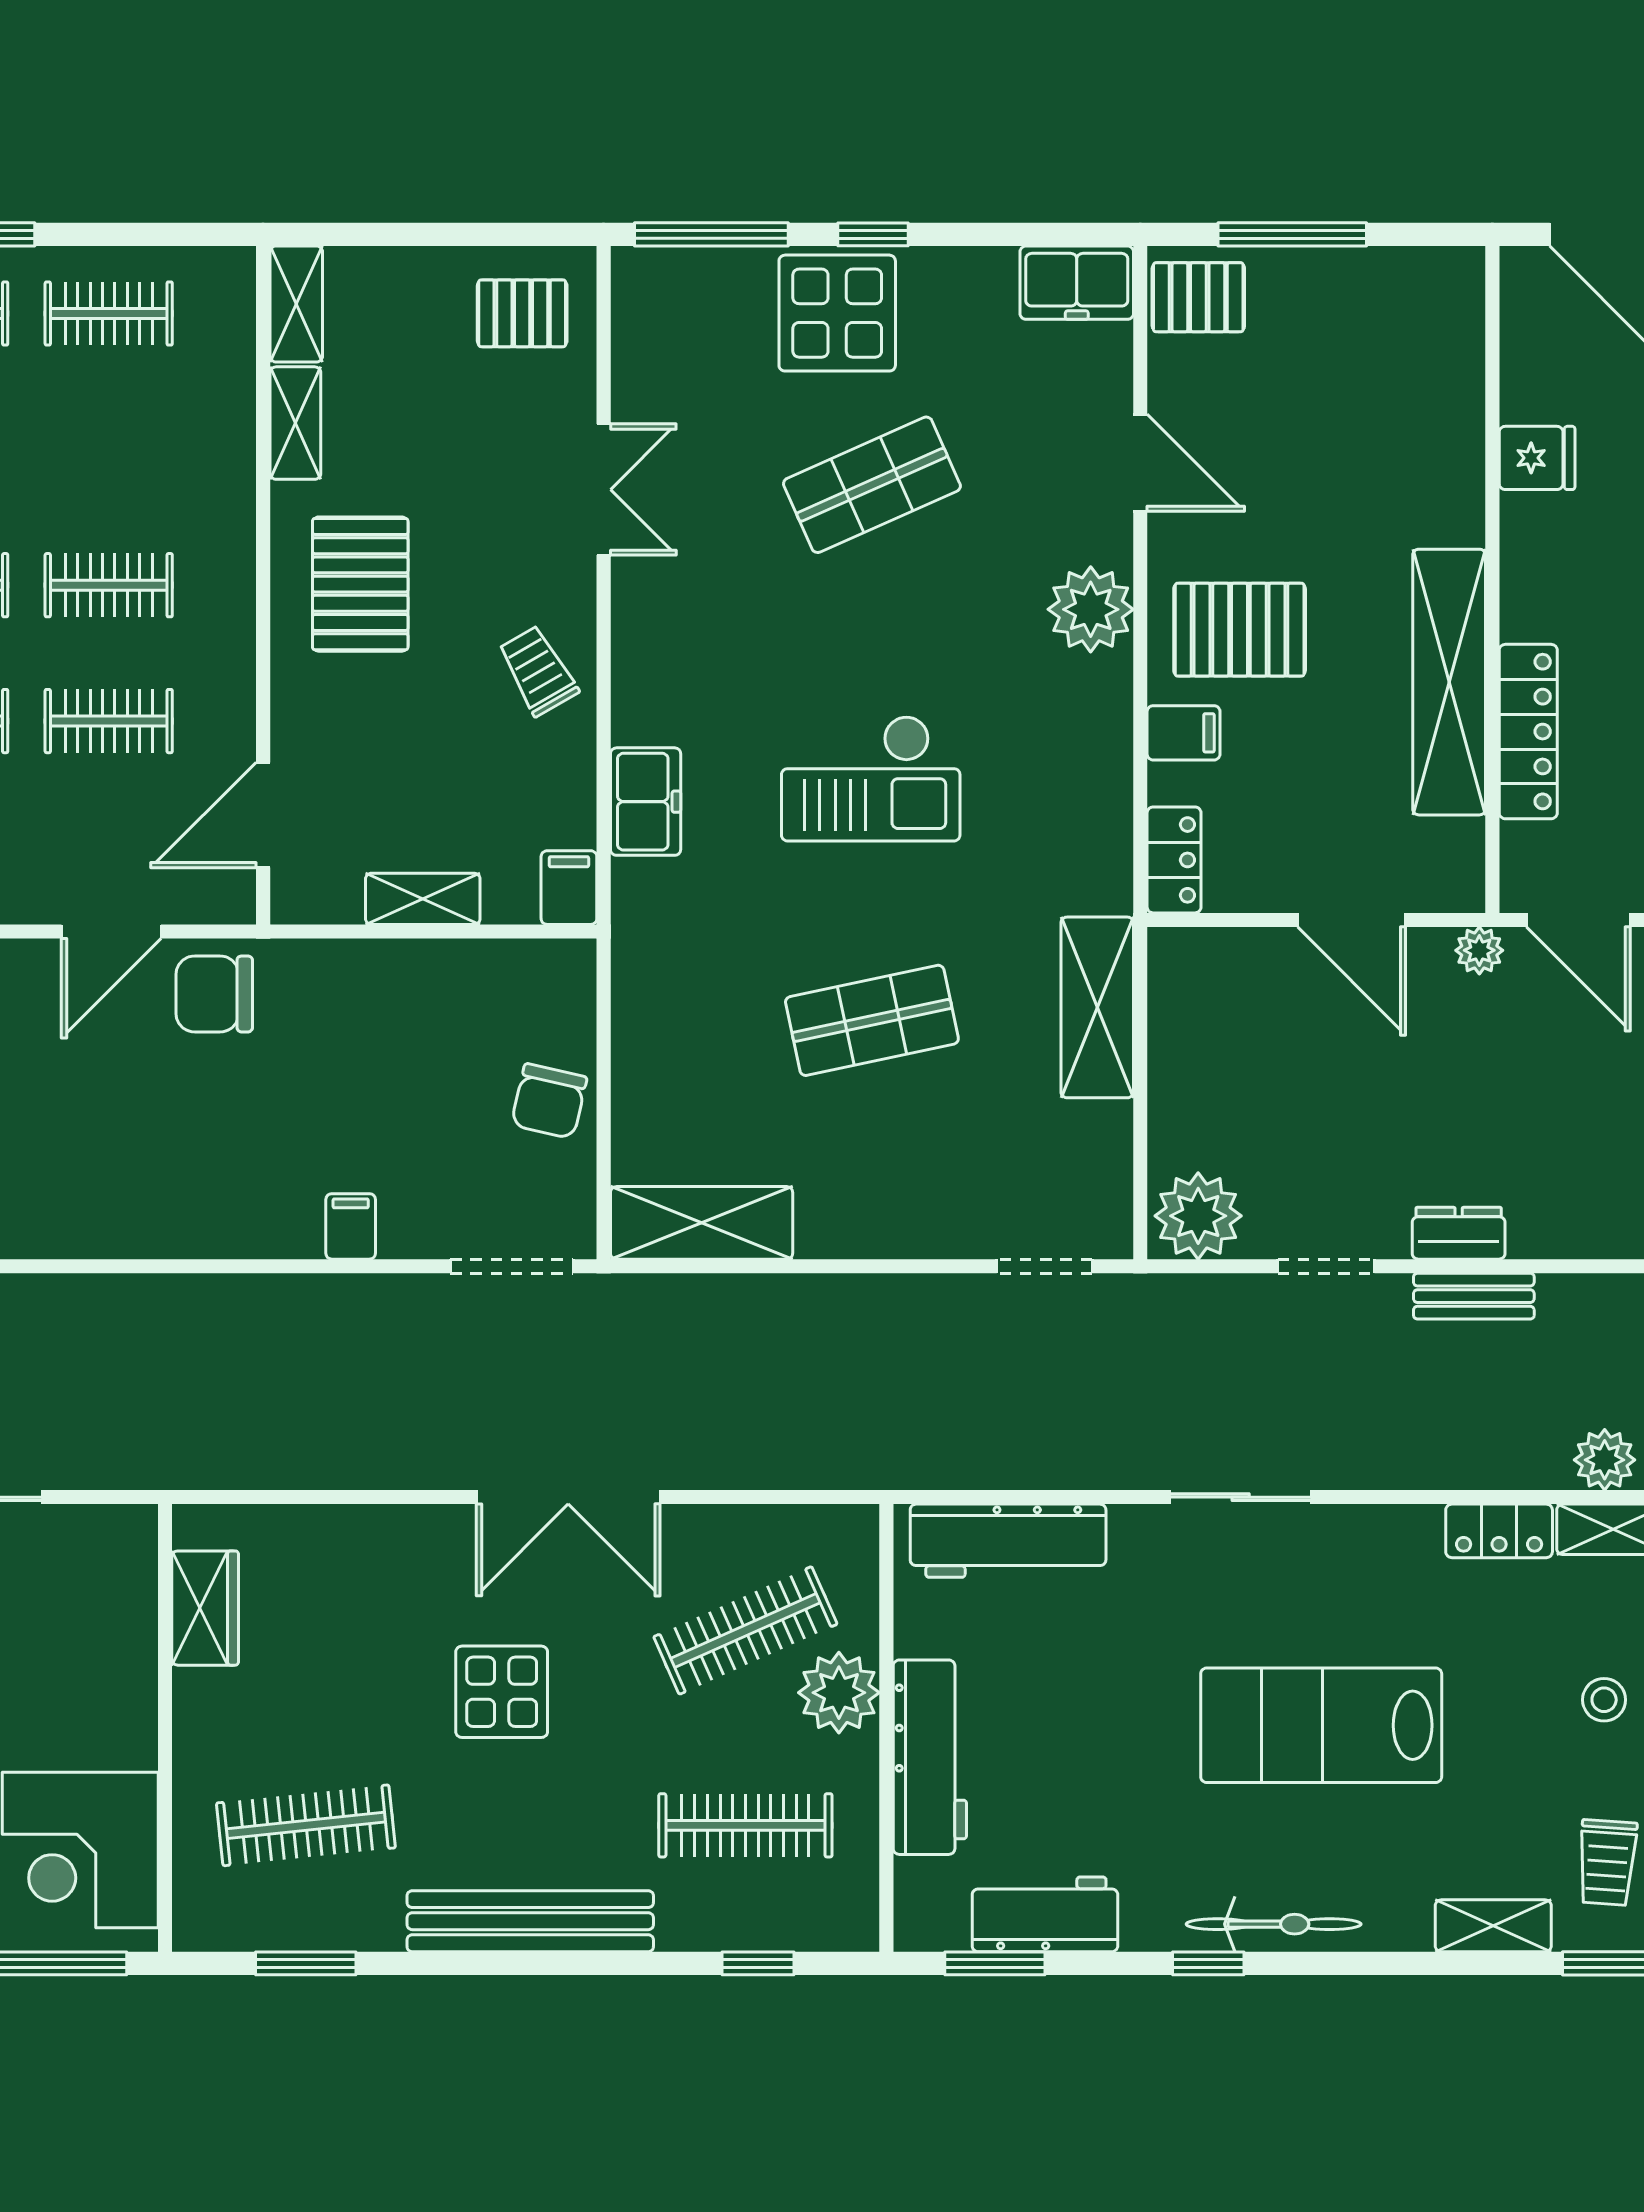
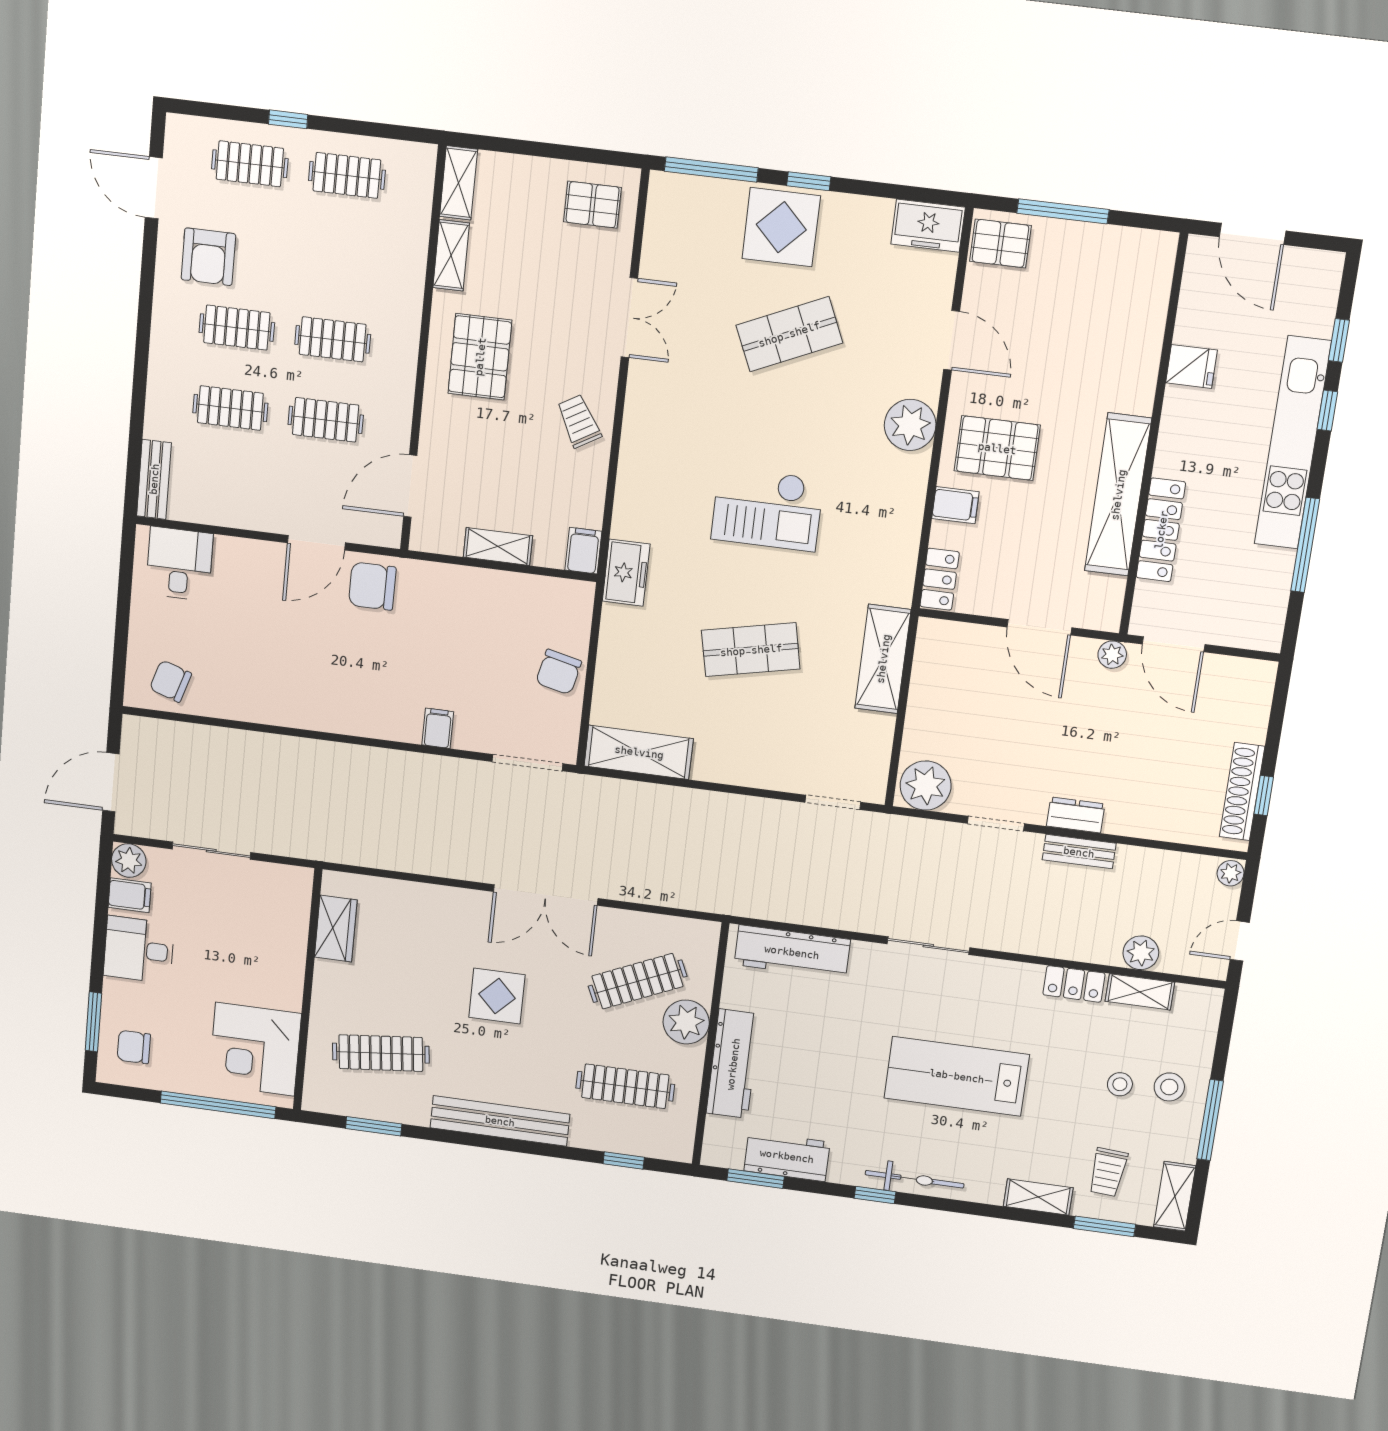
freezer: (646, 802) -> (626, 573), moved

